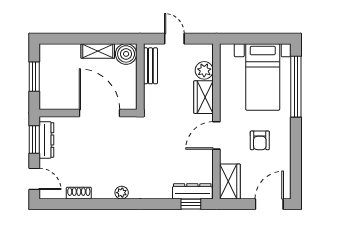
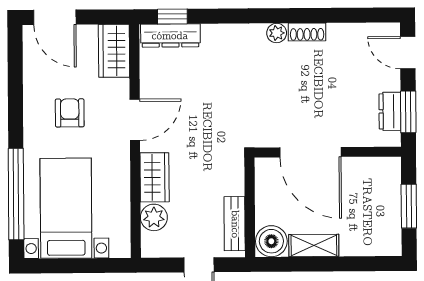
dresser: (46, 140) -> (390, 111), width x0.70
shoe rack: (79, 193) -> (307, 32), moved
door: (269, 204) -> (55, 17), hinge flipped

